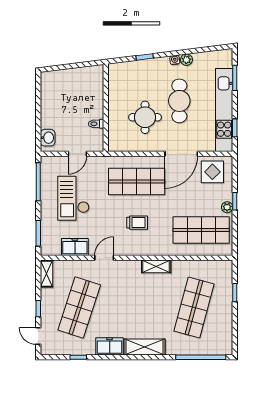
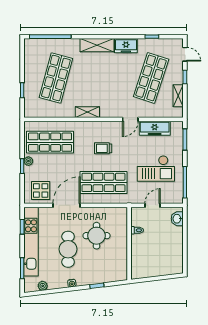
plant: (186, 60) -> (43, 286), moved
checkout: (73, 198) -> (156, 168), turned 90
freezer: (75, 247) -> (155, 128), width x1.40
shelving: (46, 274) -> (178, 96), moved

